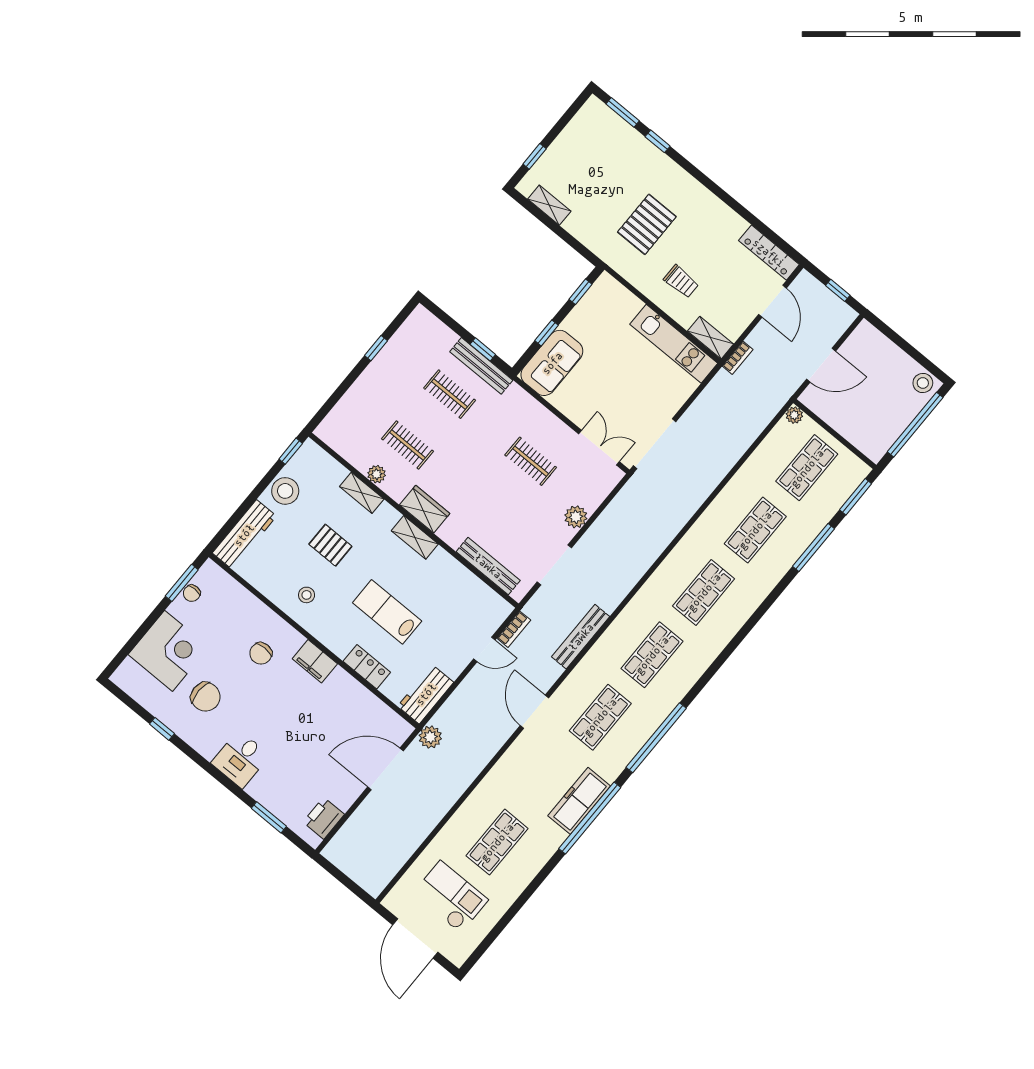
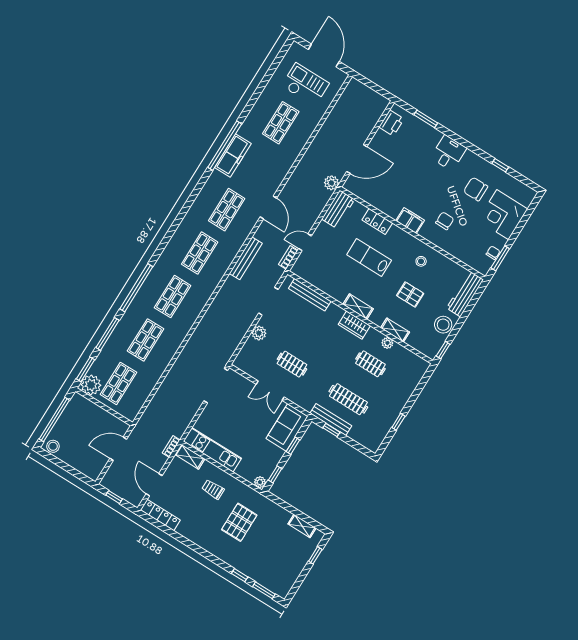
plant: (606, 283) -> (260, 482), added
clothes rail: (450, 394) -> (348, 399), width x1.36
plant: (794, 415) -> (91, 385), moved, width x1.88, depth x1.88
double door: (599, 448) -> (270, 391), moved
lab bench: (387, 612) -> (369, 258), turned 180
window: (656, 738) -> (136, 288), moved
checkout: (450, 897) -> (305, 85), turned 180

